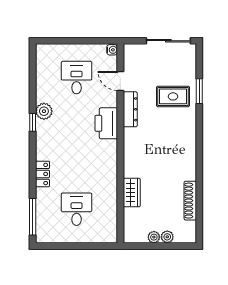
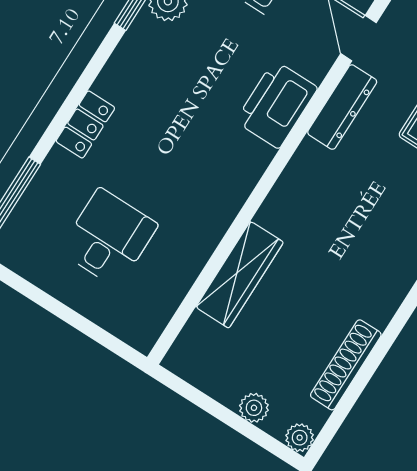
wardrobe: (132, 193) -> (240, 275), width x1.50
plant: (154, 237) -> (300, 438), moved

